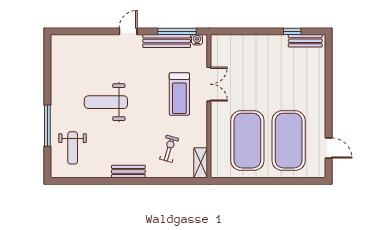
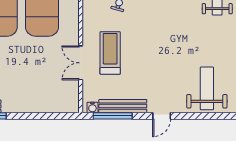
weight bench: (106, 102) -> (207, 88), moved, turned -90

